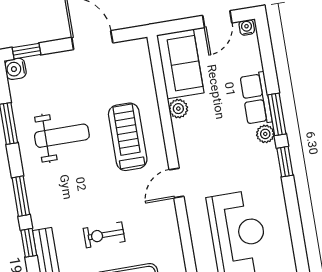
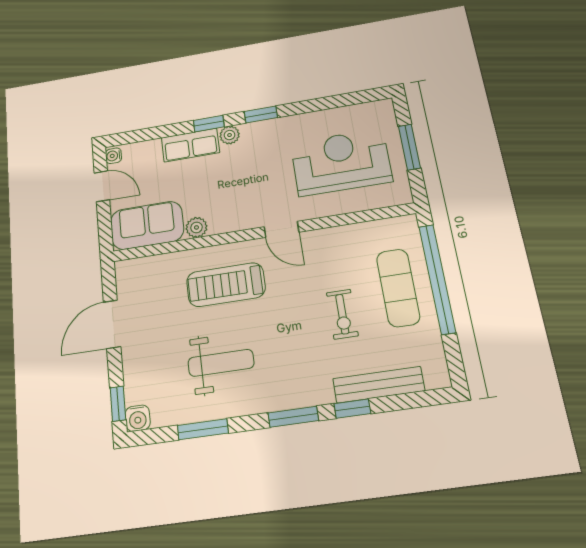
window: (277, 114) -> (209, 124), width x0.67
weight bench: (62, 136) -> (221, 363), turned 90

